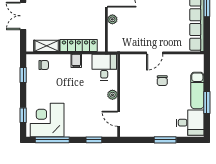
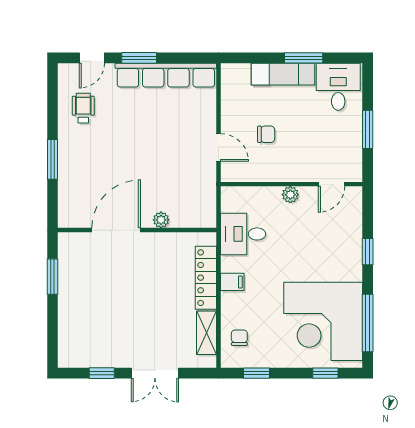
plant: (112, 95) -> (290, 195), moved
wall: (119, 95) -> (292, 184), moved
door: (119, 119) -> (331, 184), moved
corner desk: (47, 120) -> (323, 321), width x1.36, depth x1.36

